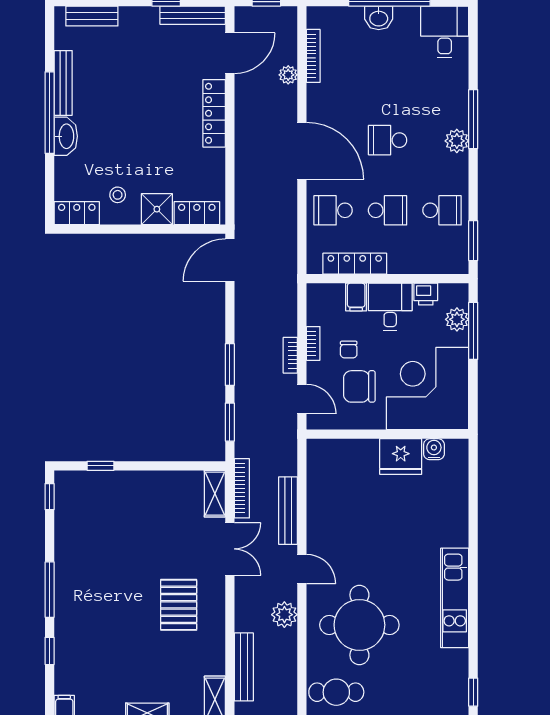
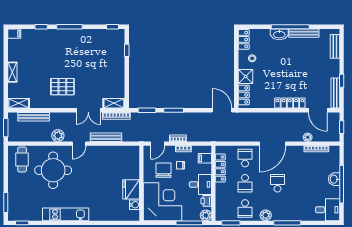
plant: (457, 141) -> (266, 215), moved
filing cabinet: (356, 297) -> (205, 158), moved
plant: (457, 319) -> (206, 215), moved

